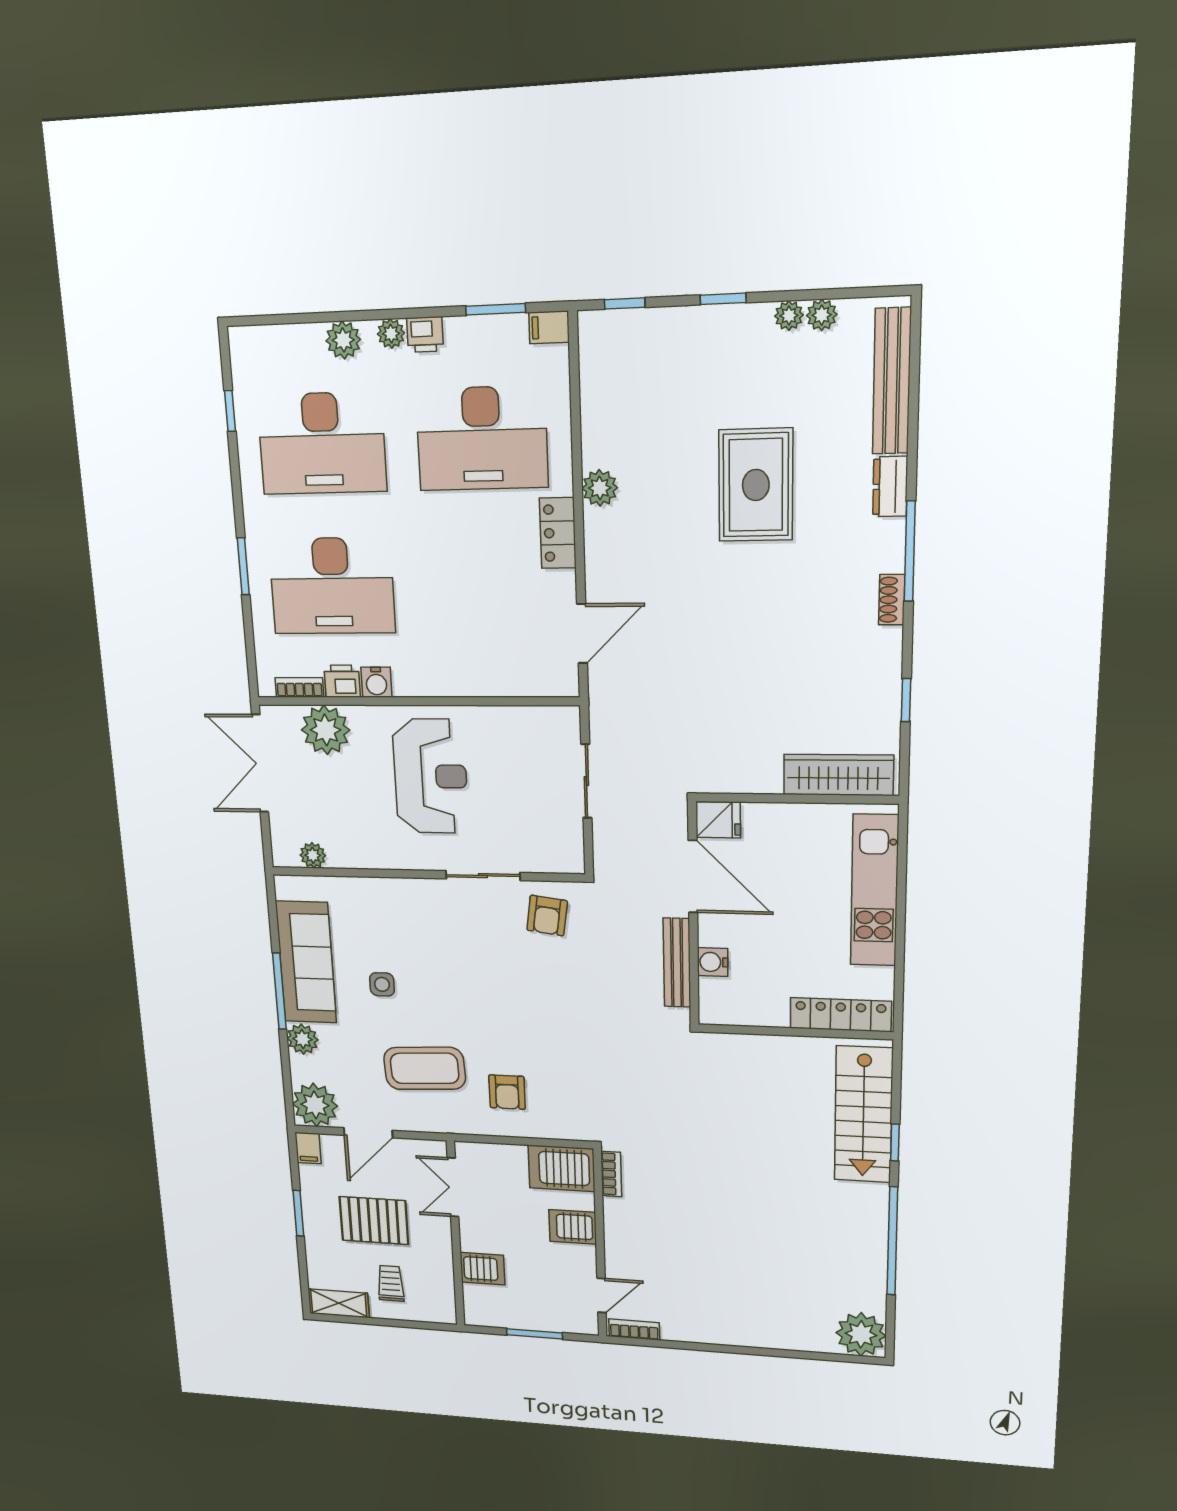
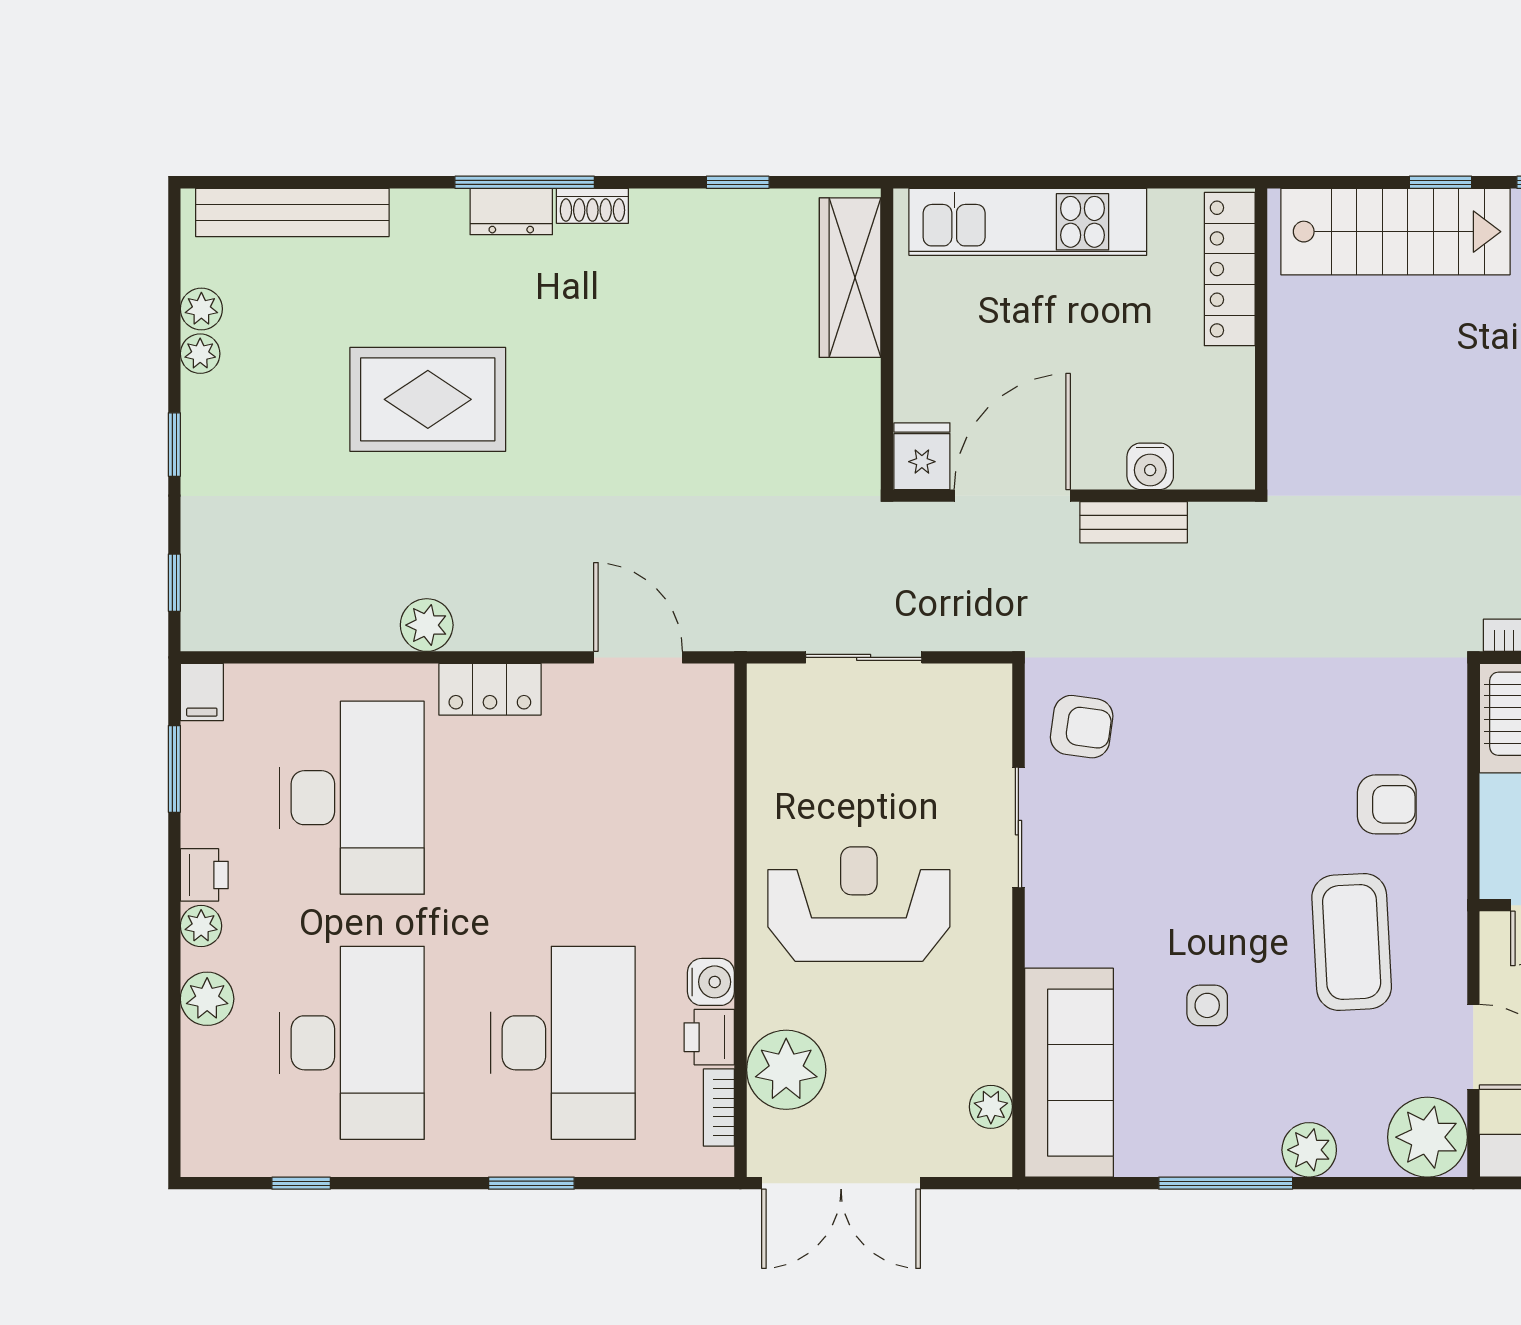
dresser: (890, 487) -> (511, 212), moved
sofa: (306, 962) -> (1069, 1073), moved, turned 90
bench: (677, 963) -> (1134, 522), width x0.73

